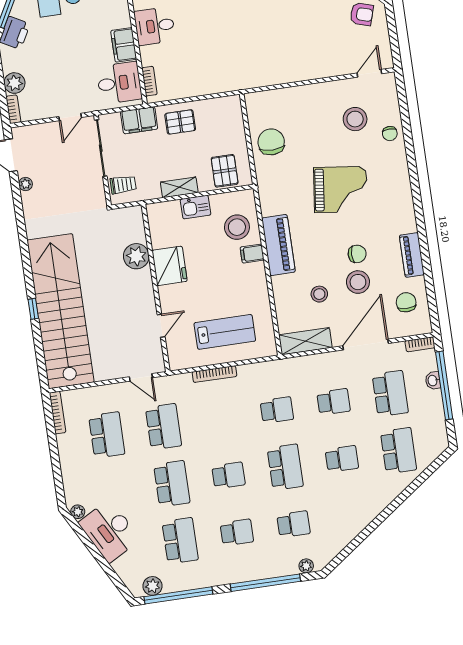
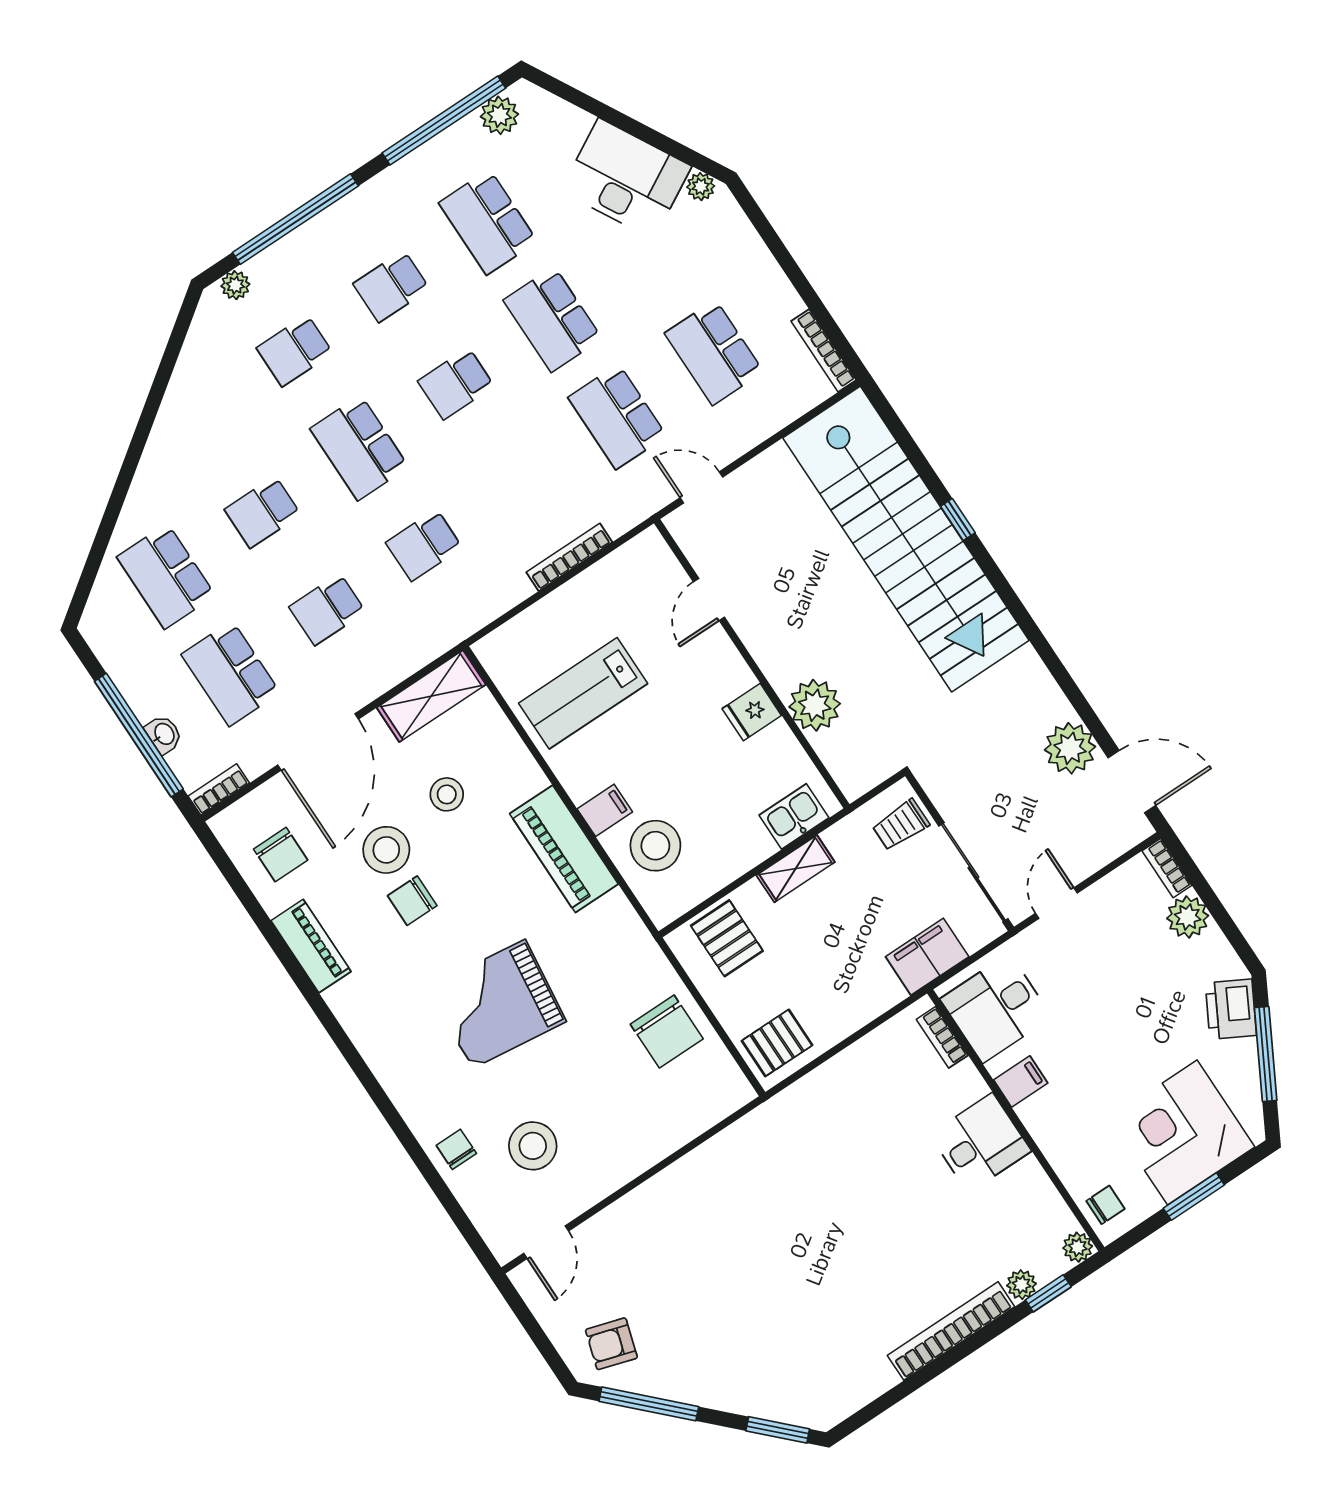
filing cabinet: (124, 45) -> (1021, 1082), width x0.50
pallet: (180, 122) -> (777, 1043), moved
plant: (26, 184) -> (1070, 748), width x1.88, depth x1.88
kitchen sink: (196, 207) -> (794, 816), moved
fridge: (170, 266) -> (752, 712), width x0.53, depth x0.75
lab bench: (225, 332) -> (583, 693), moved

